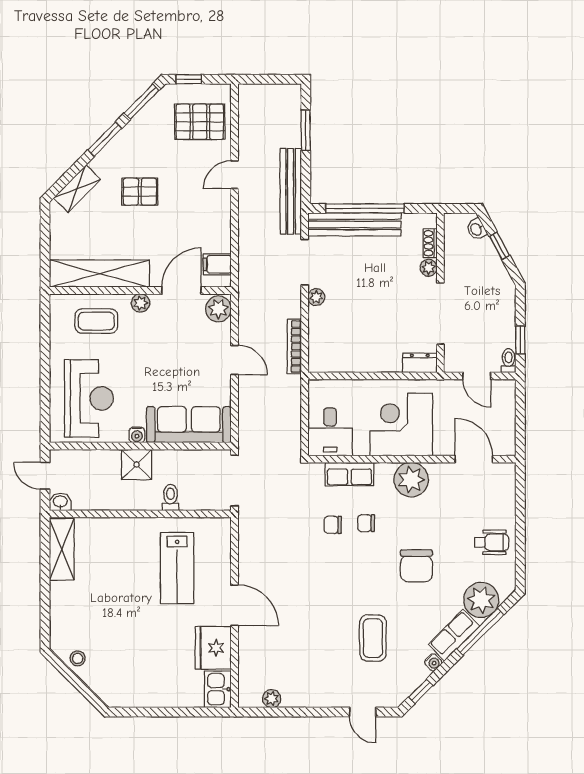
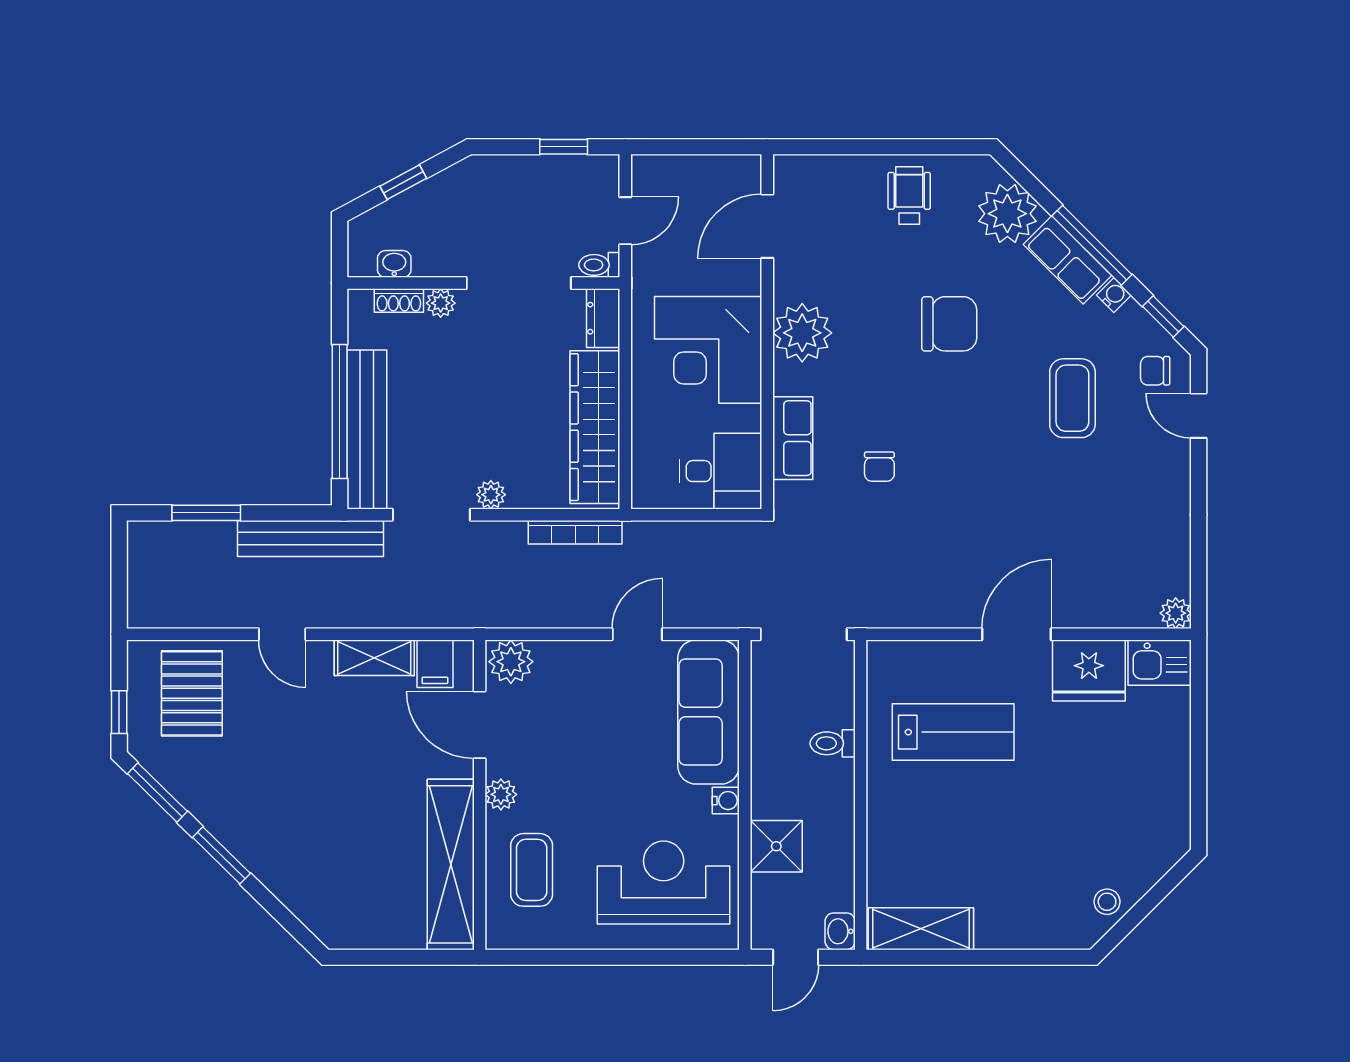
shelving: (77, 189) -> (374, 658), moved, turned -44
pallet: (140, 192) -> (311, 796), removed
washbasin: (477, 229) -> (394, 264), moved, turned -152
wardrobe: (356, 358) -> (595, 427), added
door: (234, 360) -> (637, 634), moved
toilet: (509, 361) -> (599, 265), moved
shower: (137, 464) -> (776, 846), moved
chair: (366, 523) -> (1155, 371), moved, turned 90
window: (480, 632) -> (1092, 245), moved
coffee table: (373, 638) -> (1072, 398), turned 90
plant: (272, 699) -> (1176, 613), moved
door: (363, 712) -> (1199, 416), swing flipped

